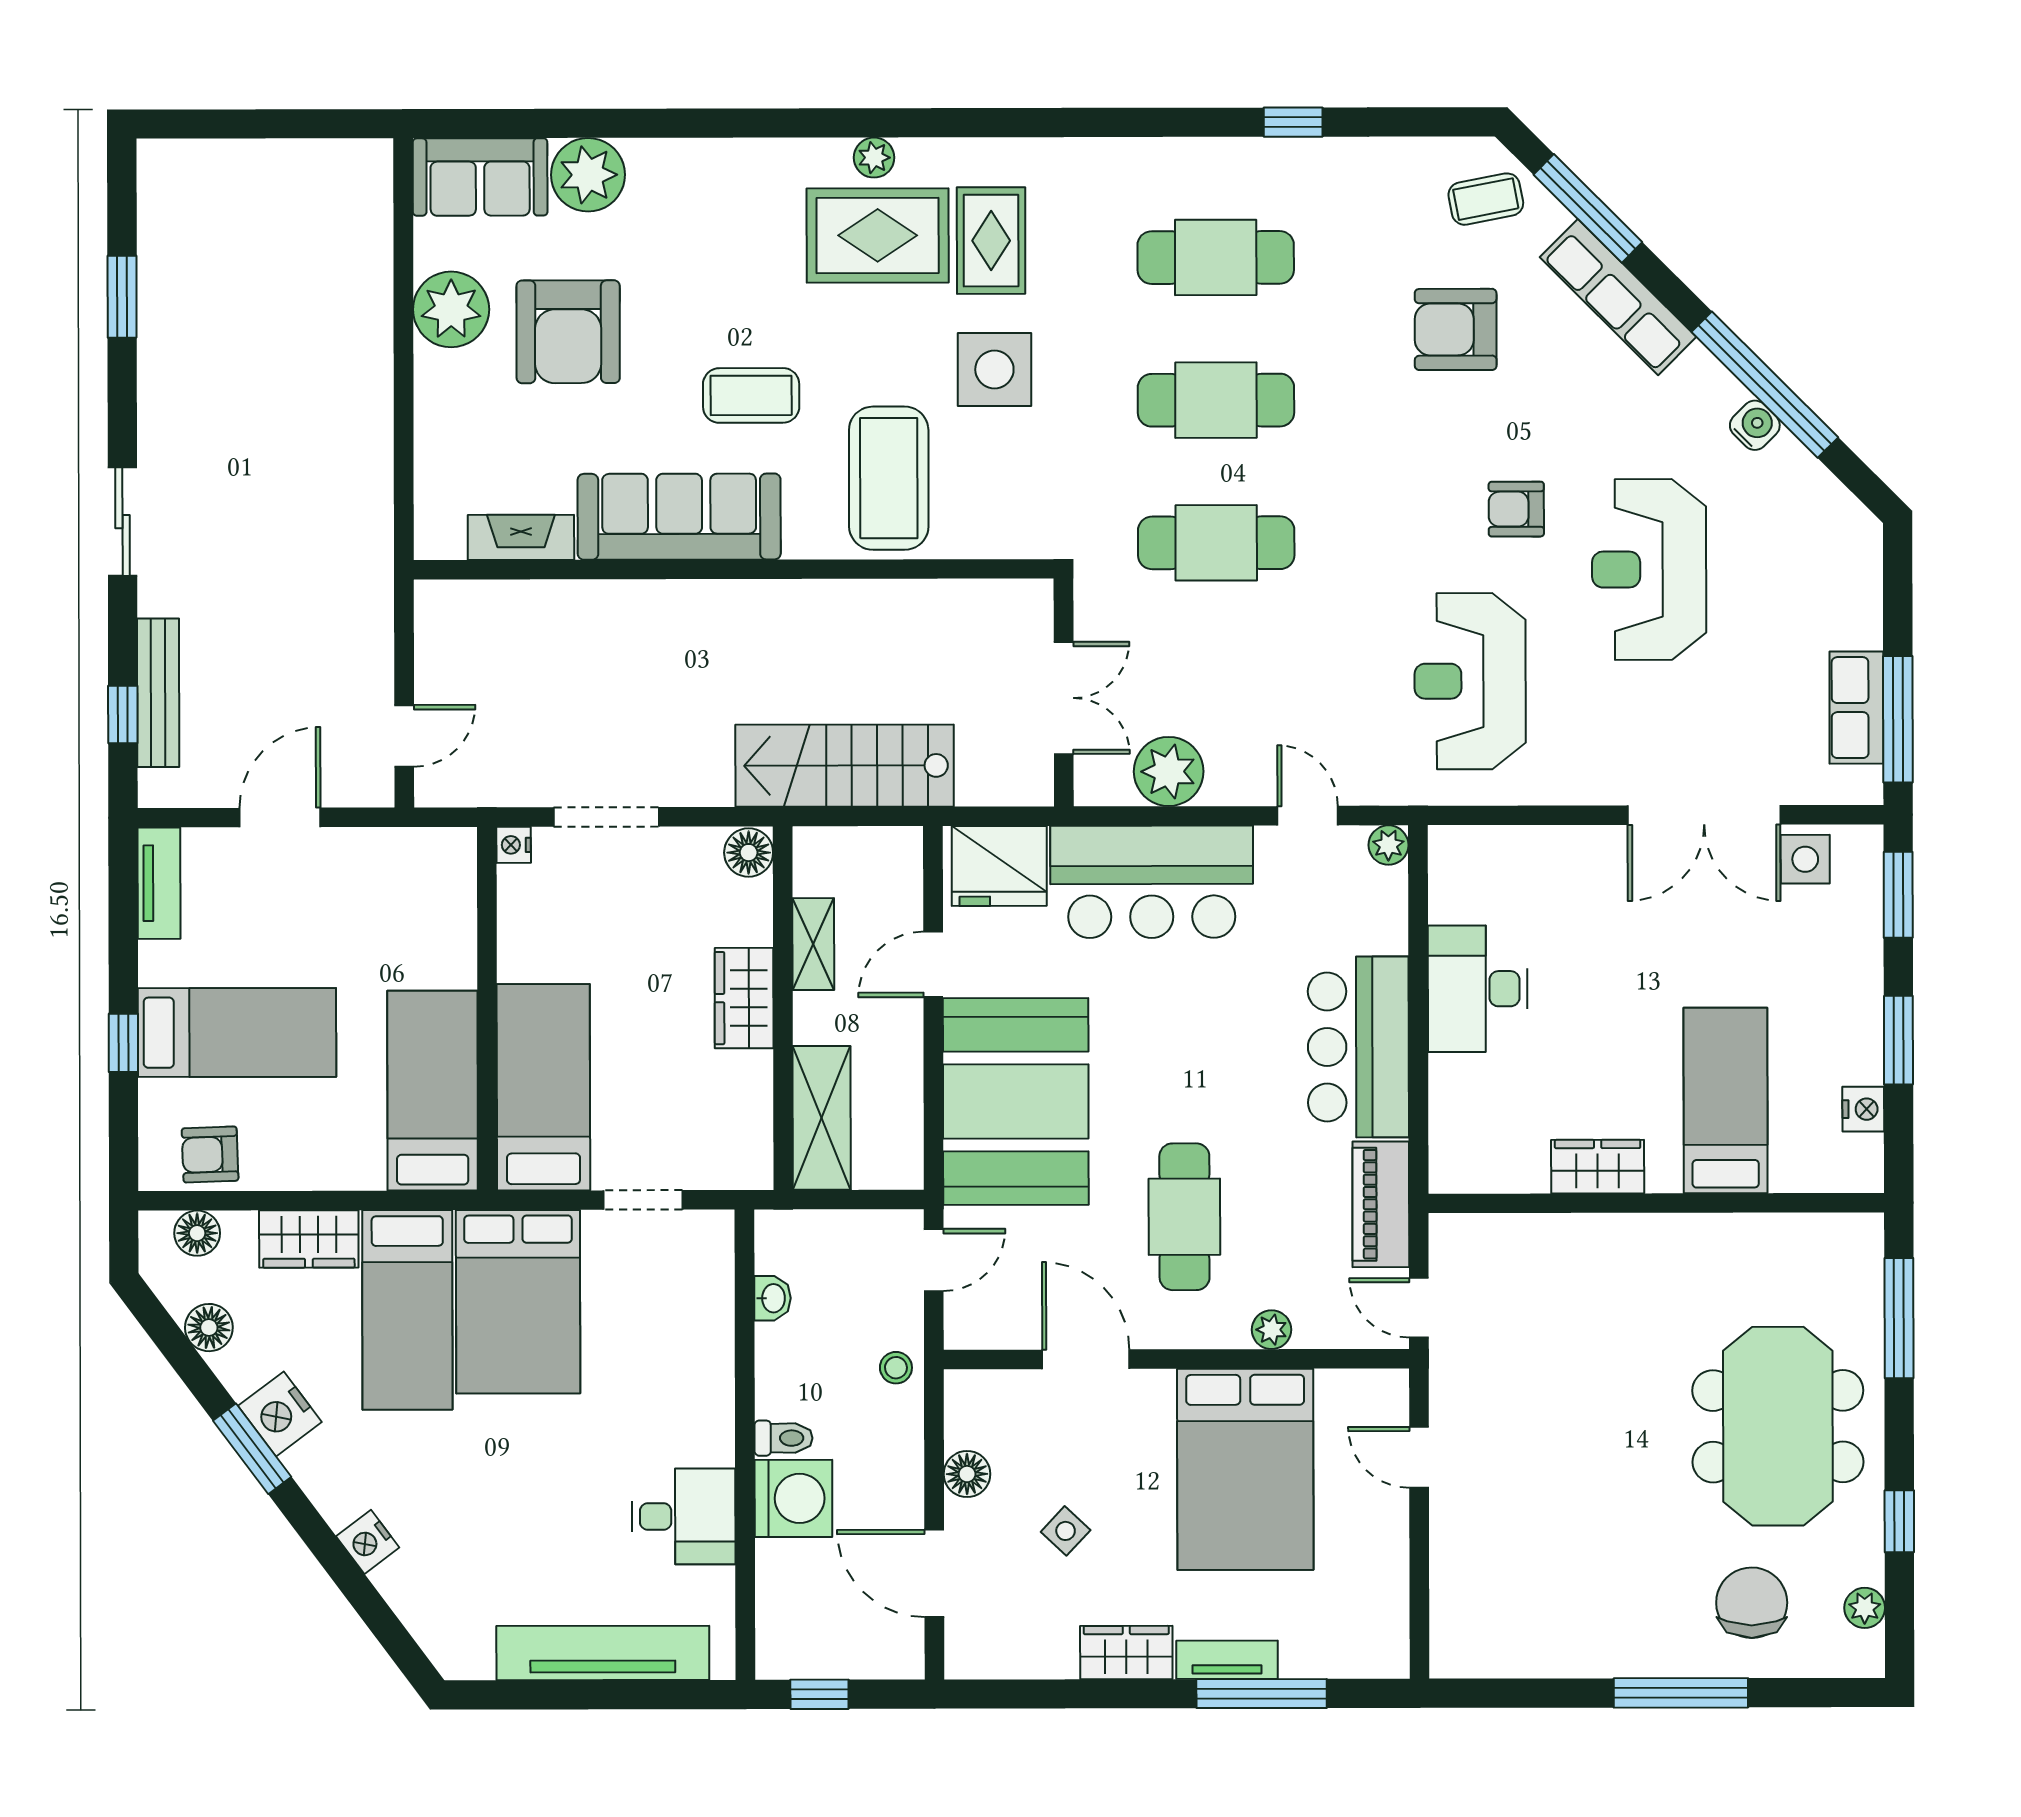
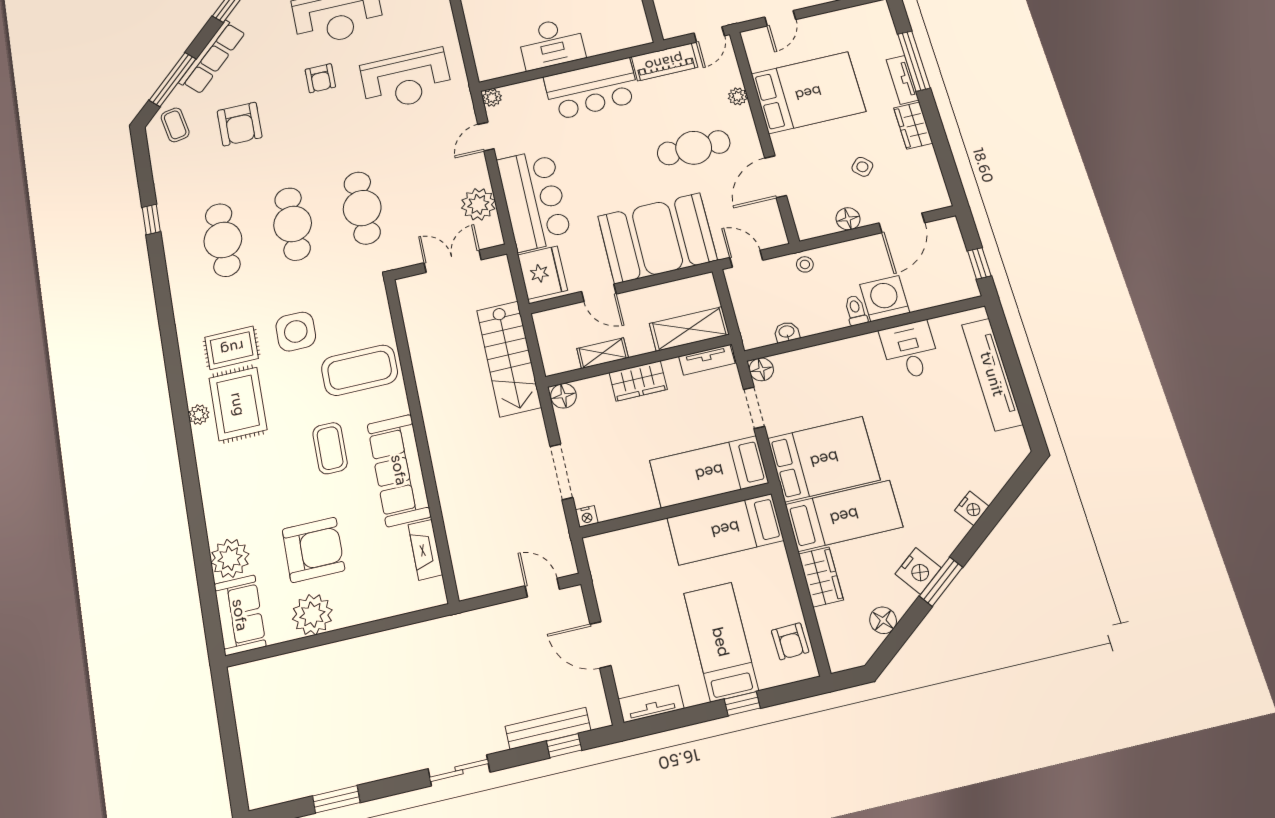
tv unit: (754, 1136) -> (707, 360), added
floor lamp: (197, 1233) -> (761, 369), moved

